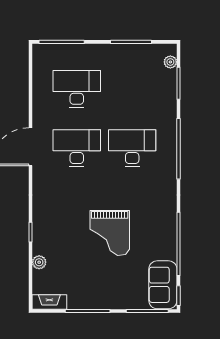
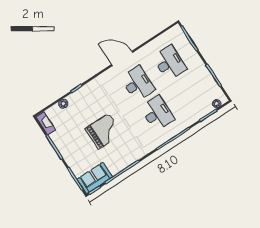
grand piano: (110, 233) -> (104, 131), turned 180

